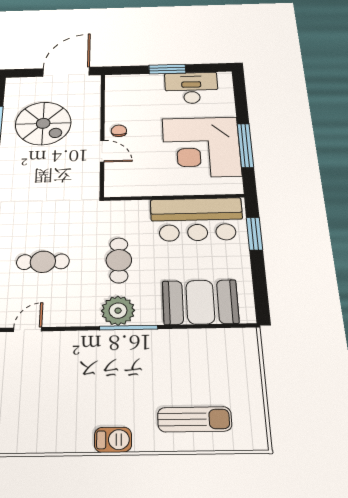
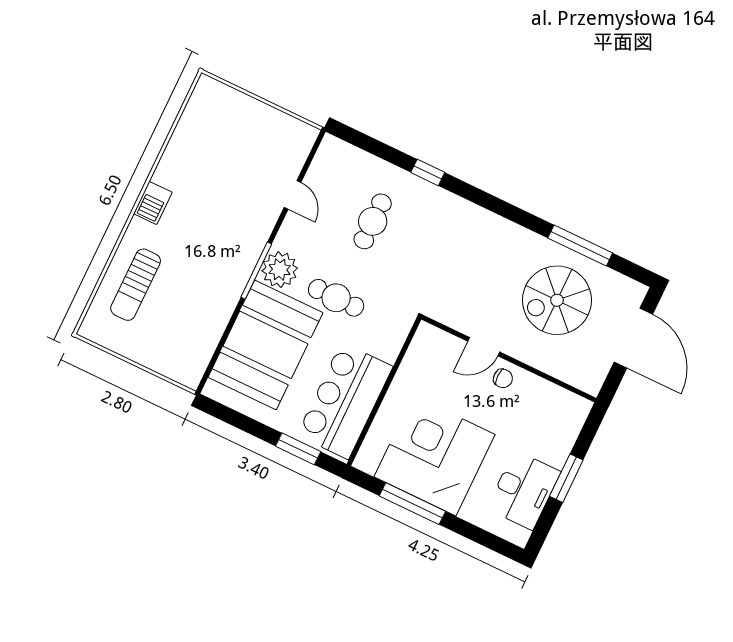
door: (66, 72) -> (633, 338), moved
booth: (200, 302) -> (265, 345), width x1.36, depth x1.42
door: (28, 329) -> (293, 195), moved

